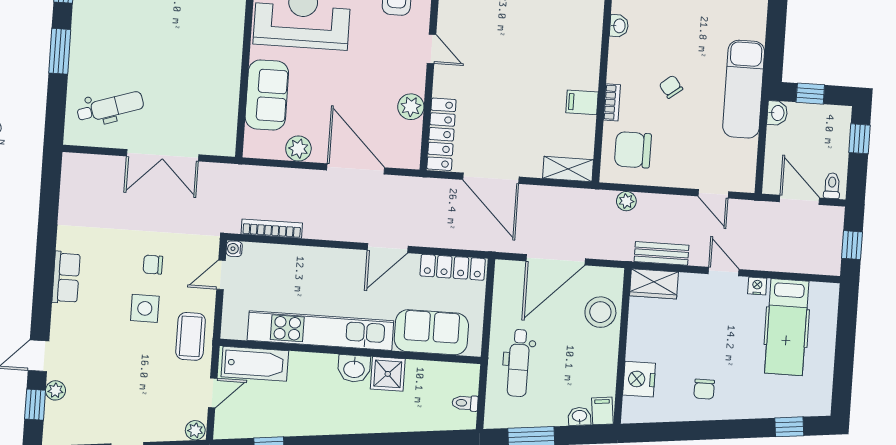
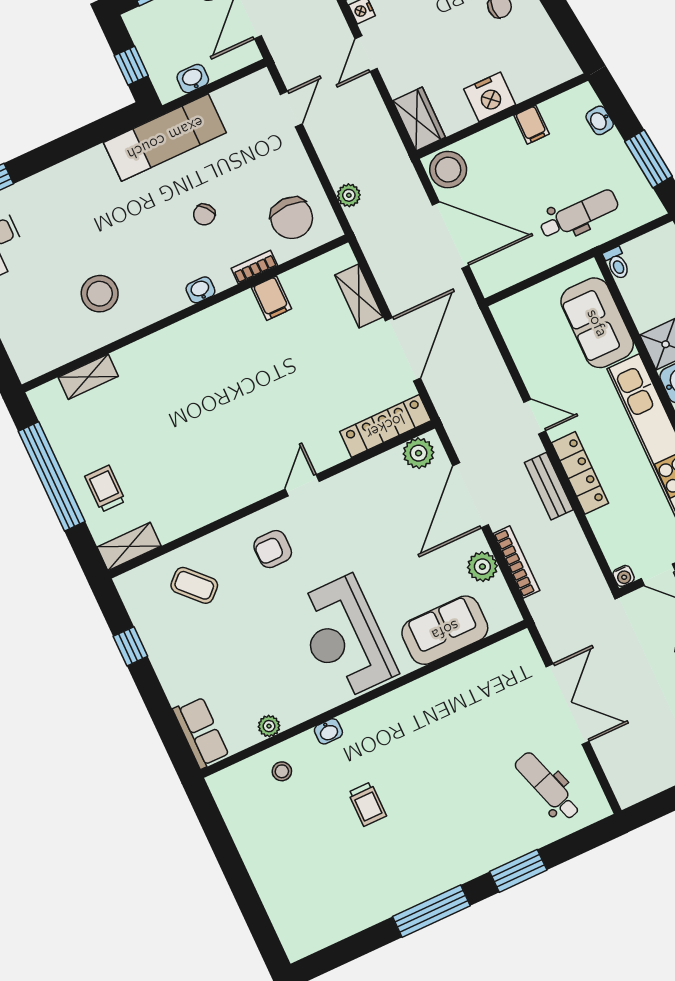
washbasin: (619, 26) -> (200, 290), moved
plant: (411, 107) -> (419, 453), moved
washbasin: (777, 113) -> (193, 79), moved
shelving: (568, 169) -> (359, 296), moved
bookcase: (272, 229) -> (516, 562), moved, turned 180
door: (388, 248) -> (535, 417), width x0.73
bench: (661, 253) -> (549, 486), moved
locker: (453, 267) -> (580, 473), moved
stool: (600, 312) -> (448, 170), moved
nightstand: (639, 379) -> (490, 97), moved
toilet: (465, 403) -> (617, 263), moved
filing cabinet: (602, 411) -> (532, 125), moved, turned -84

